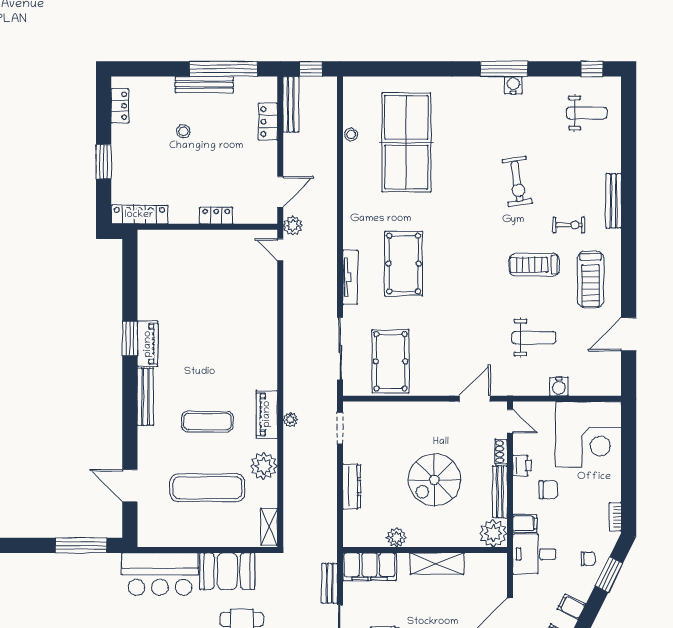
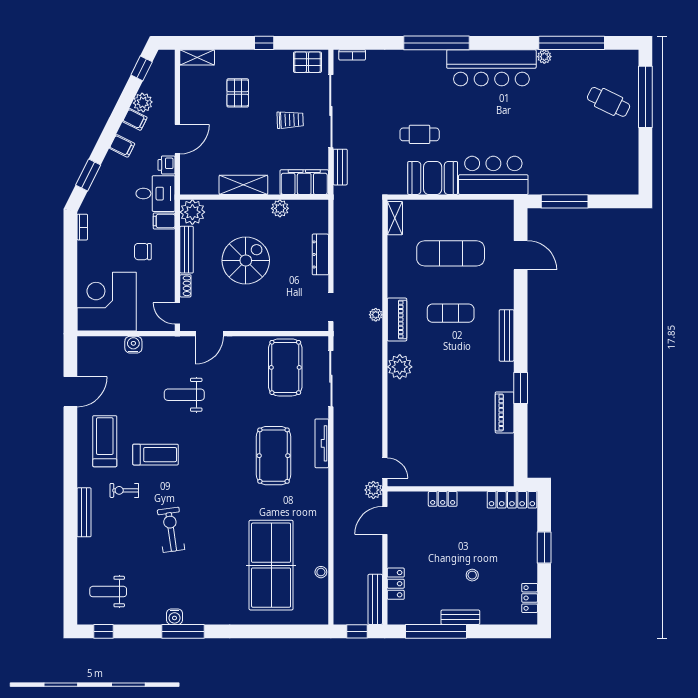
bench: (204, 85) -> (460, 617), width x0.73
weight bench: (534, 338) -> (184, 395), moved
piano: (148, 344) -> (505, 412), moved
plant: (264, 466) -> (400, 367), moved
printer: (522, 466) -> (167, 165), moved
chair: (588, 559) -> (107, 189), removed

